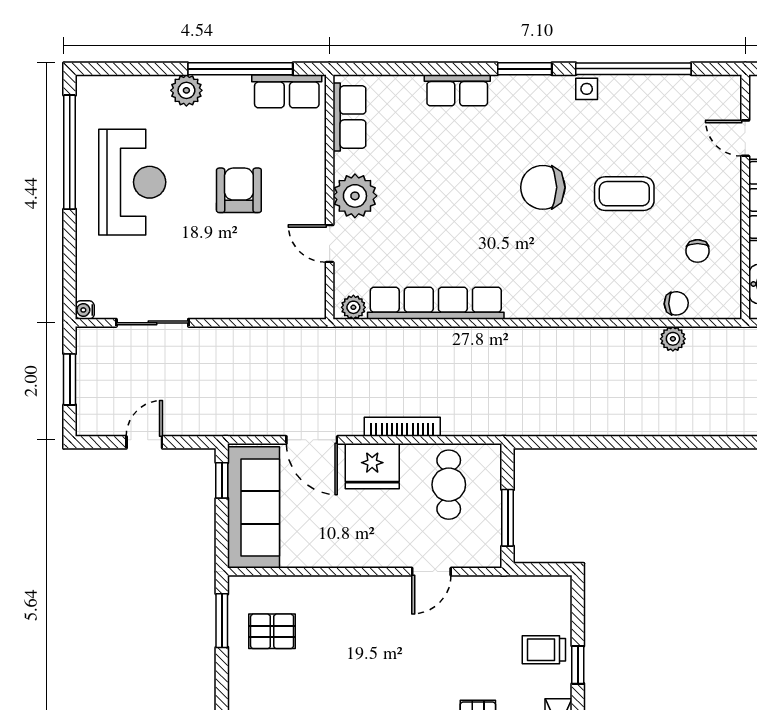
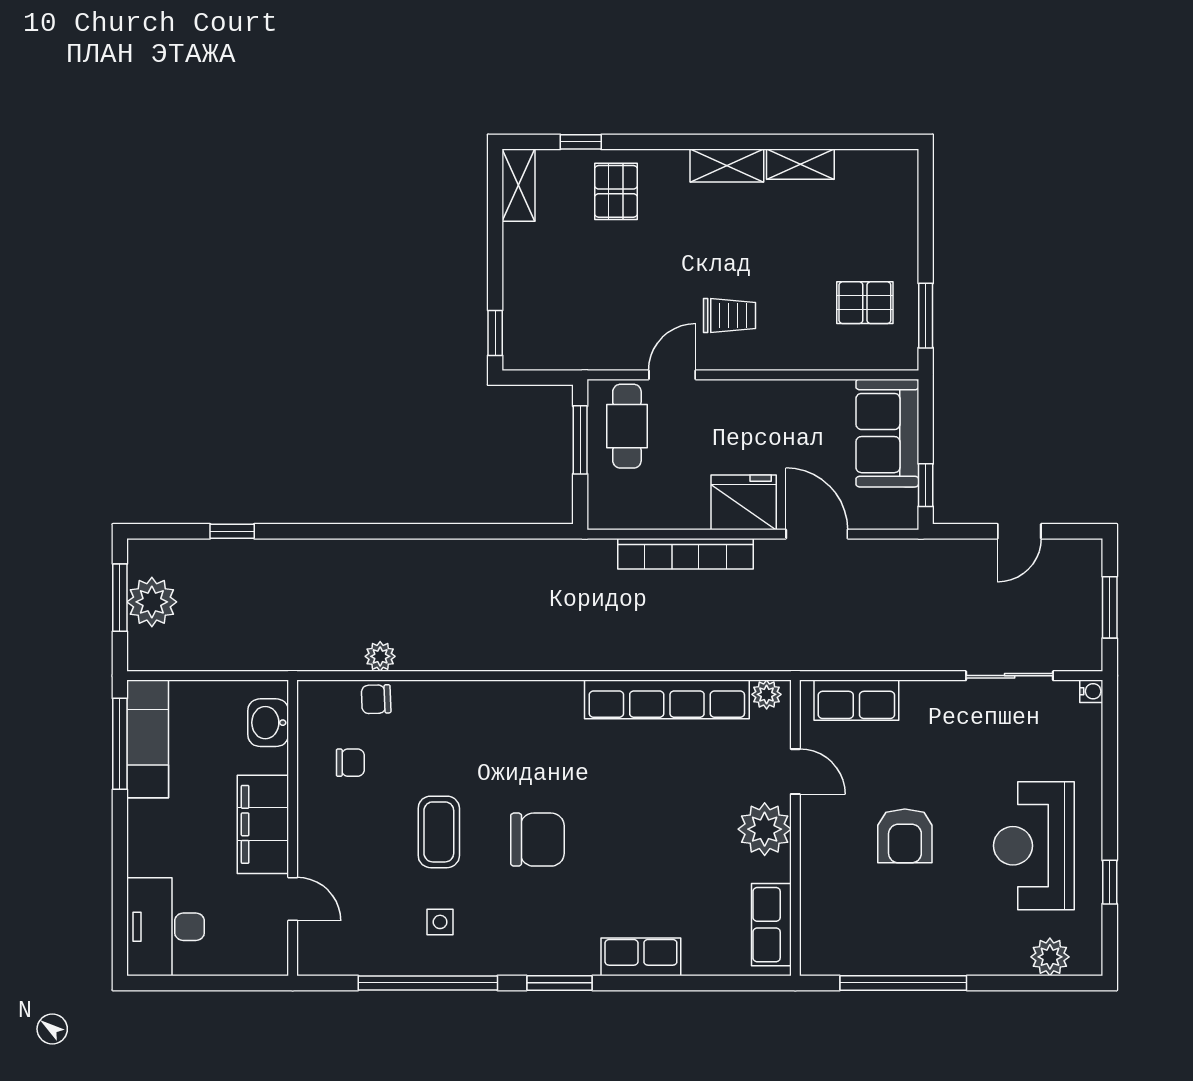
side table: (587, 89) -> (440, 922), moved
plant: (186, 90) -> (1050, 957), moved
row of seats: (287, 91) -> (856, 700), moved, turned 180
window: (70, 152) -> (1110, 882), width x0.32
coffee table: (624, 194) -> (439, 832), turned 90
chair: (698, 251) -> (350, 763), turned 90
bookcase: (402, 427) -> (685, 554), width x1.48, depth x1.31
cafe table: (449, 485) -> (627, 426), moved
sofa: (253, 507) -> (887, 433), width x0.73
trolley: (544, 650) -> (729, 315), moved
window: (578, 665) -> (495, 333), moved

